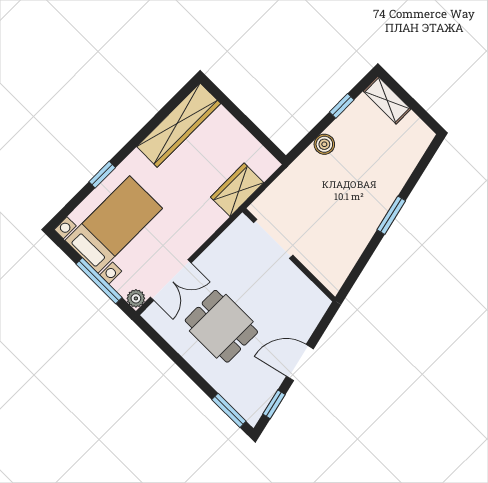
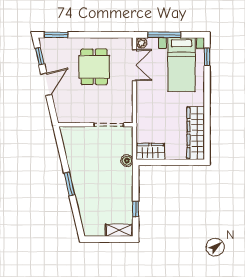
boiler: (324, 144) -> (127, 161), moved
window: (102, 175) -> (207, 57), moved
wardrobe: (237, 190) -> (150, 151), moved, turned -90
double door: (171, 280) -> (135, 65), swing flipped
dining table: (221, 326) -> (94, 67), turned 90

